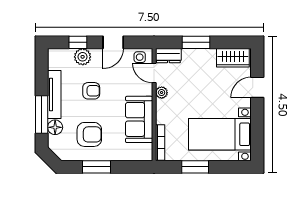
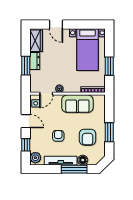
dresser: (168, 56) -> (35, 61), moved
plant: (83, 57) -> (35, 158), moved
armchair: (89, 134) -> (88, 137), turned 180

